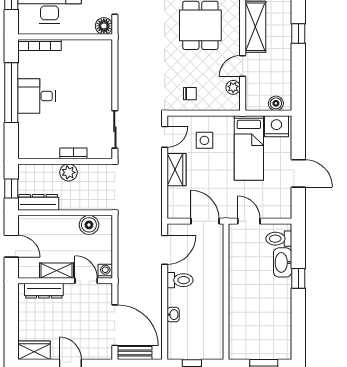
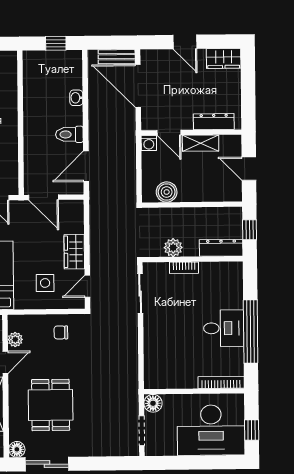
plant: (69, 172) -> (173, 248), moved
dresser: (38, 202) -> (221, 248), moved, turned 180

